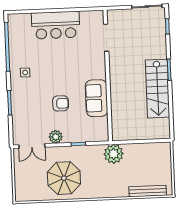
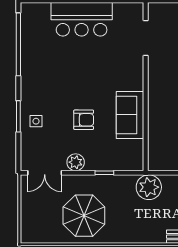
side table: (25, 73) -> (36, 121), moved

